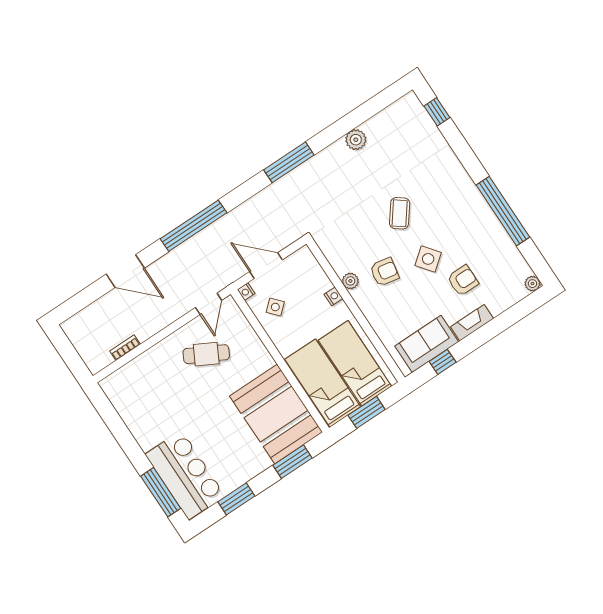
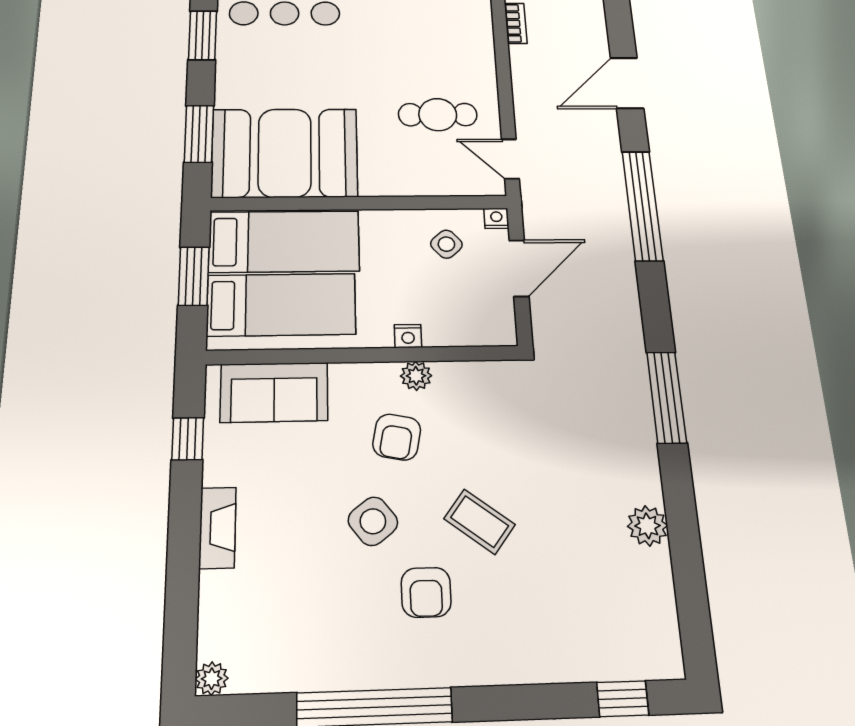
armchair: (463, 280) -> (426, 592), moved
sofa: (427, 344) -> (274, 392), moved, turned 90
cafe table: (206, 354) -> (438, 115), turned 62

